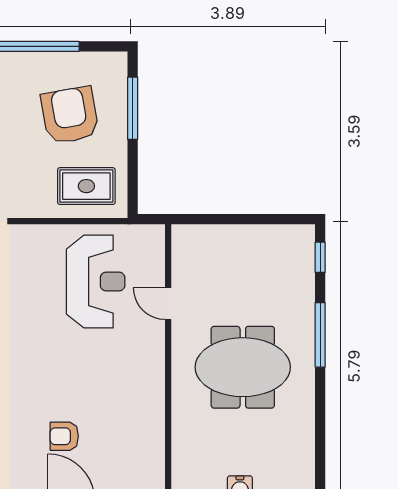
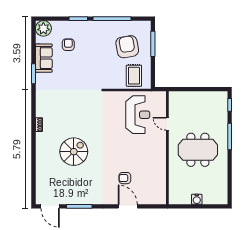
rug: (86, 186) -> (134, 76), turned 90

